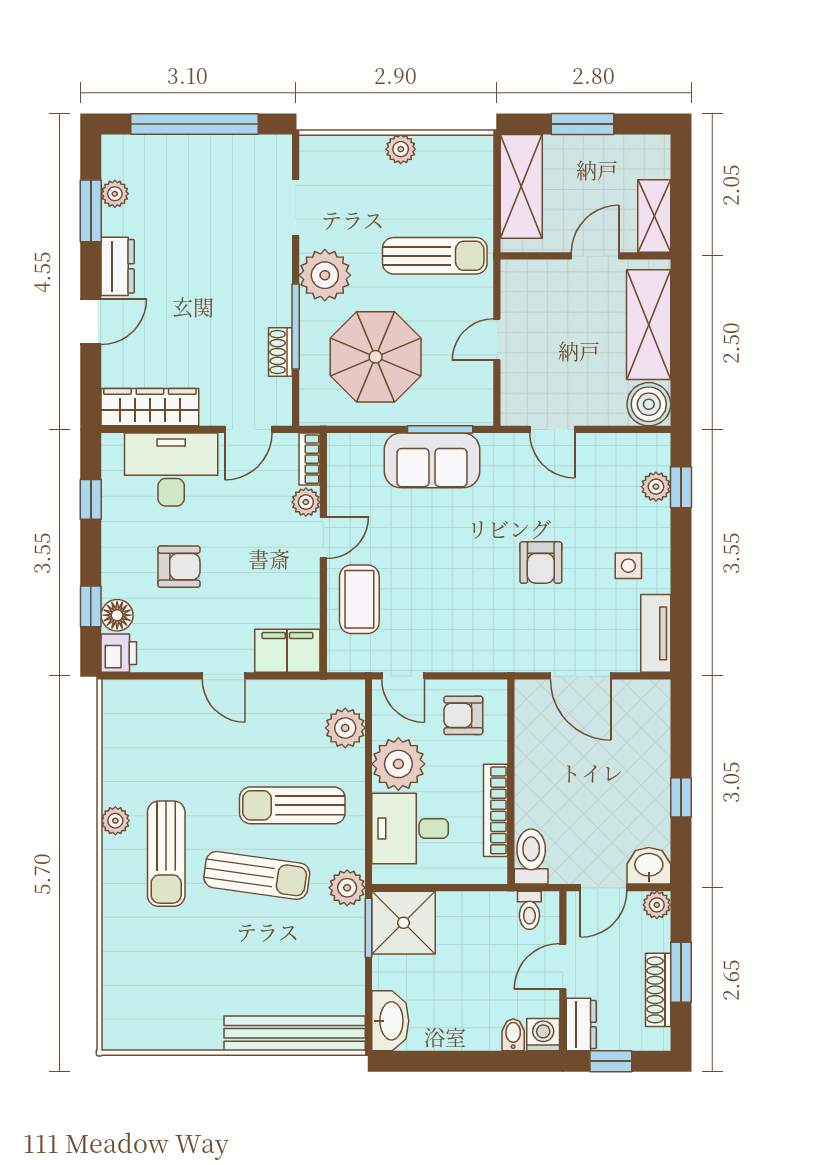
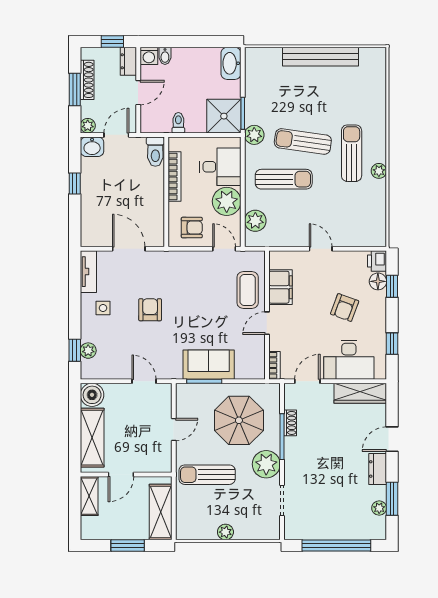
plant: (306, 502) -> (276, 342), removed
armchair: (179, 567) -> (345, 308), turned -70
filing cabinet: (287, 651) -> (281, 287), moved, turned -90
toilet: (529, 910) -> (178, 123), moved
bench: (295, 1033) -> (320, 57), moved

